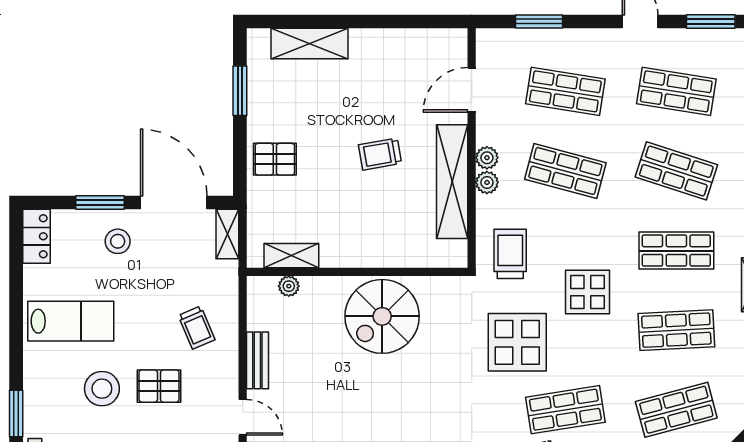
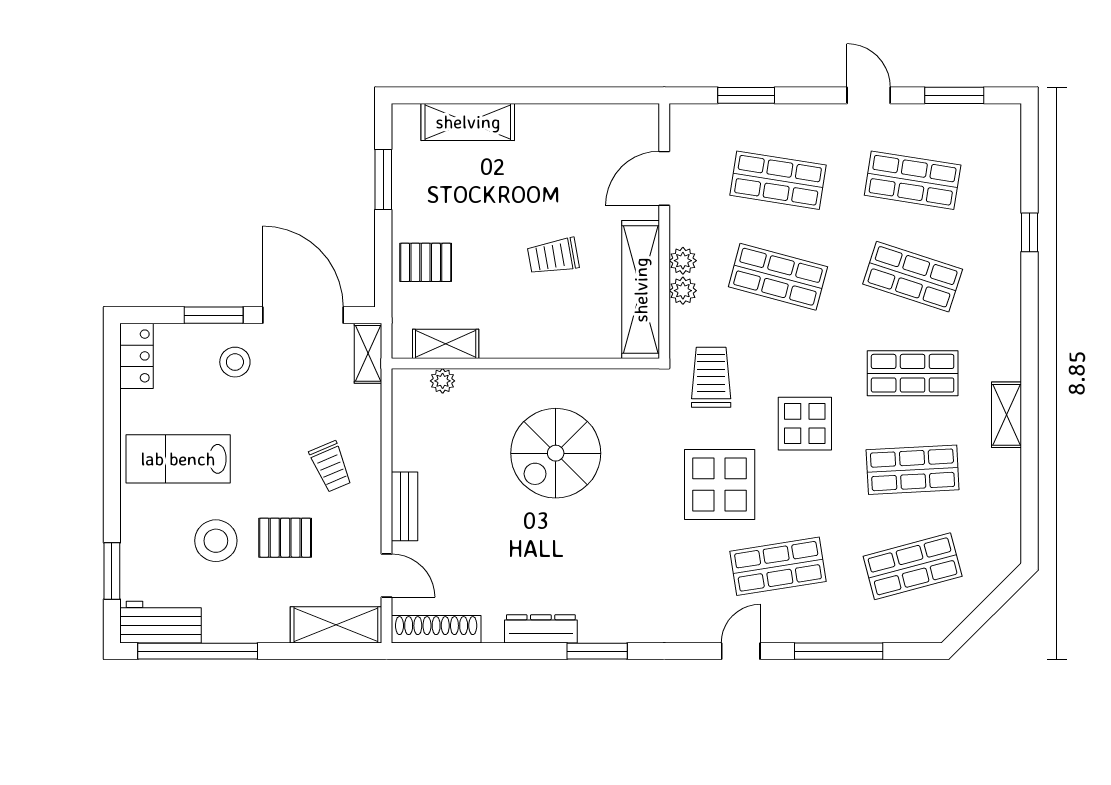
shelving: (291, 256) -> (446, 344), moved
wall: (357, 272) -> (525, 364), moved
plant: (289, 286) -> (443, 381), moved
lab bench: (71, 321) -> (178, 459), turned 180

